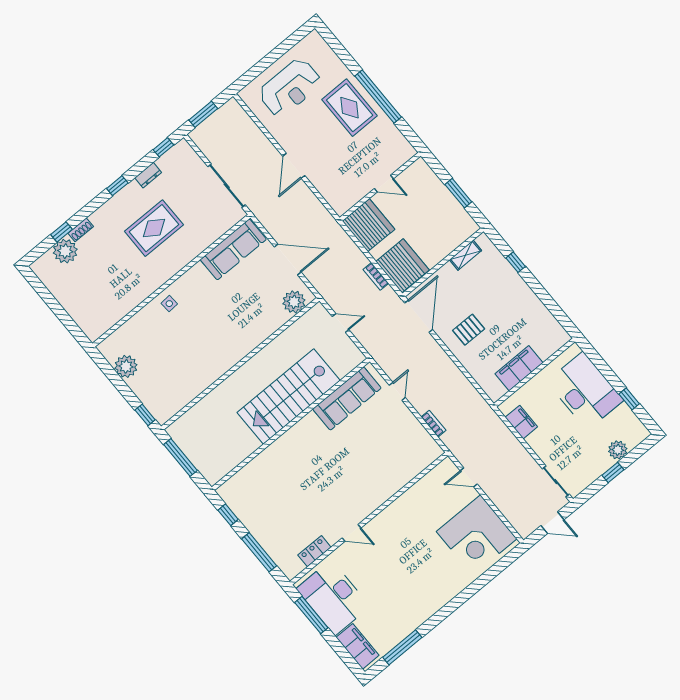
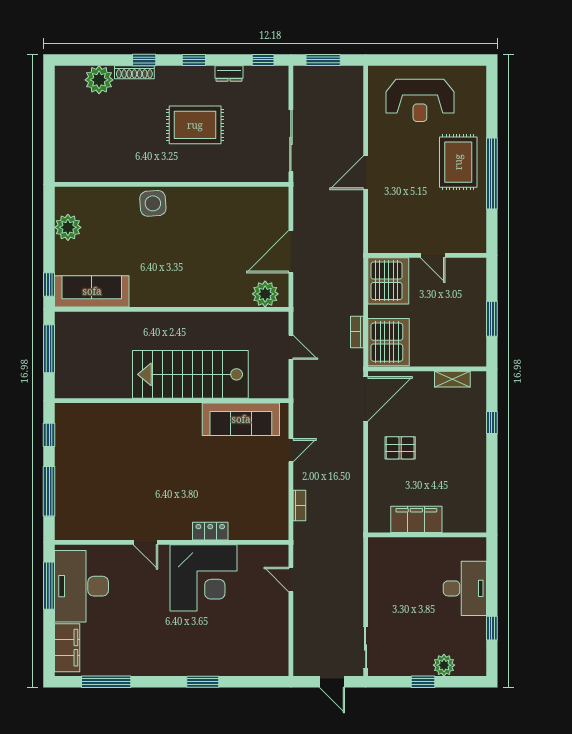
shoe rack: (81, 230) -> (134, 72), width x1.43
window: (62, 232) -> (144, 60), moved
sofa: (233, 249) -> (92, 291), moved, turned 180
door: (288, 259) -> (291, 252), swing flipped
side table: (169, 304) -> (153, 203), width x1.87, depth x1.87
desk: (585, 391) -> (465, 588), width x0.73, depth x0.77
filing cabinet: (521, 422) -> (379, 569), removed
corner desk: (477, 535) -> (203, 578), moved, turned -90
locker: (314, 551) -> (210, 531), moved
window: (466, 594) -> (203, 682), added

